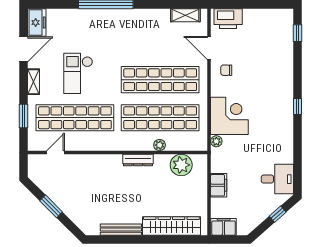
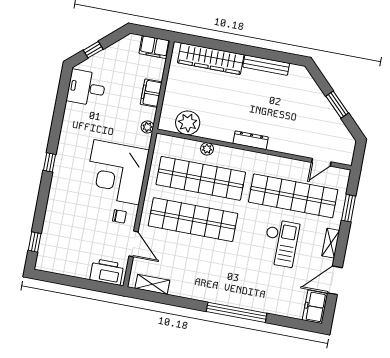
corner desk: (229, 116) -> (117, 172), width x1.36, depth x1.36
plant: (216, 141) -> (147, 127), moved
dresser: (138, 160) -> (251, 140), moved

